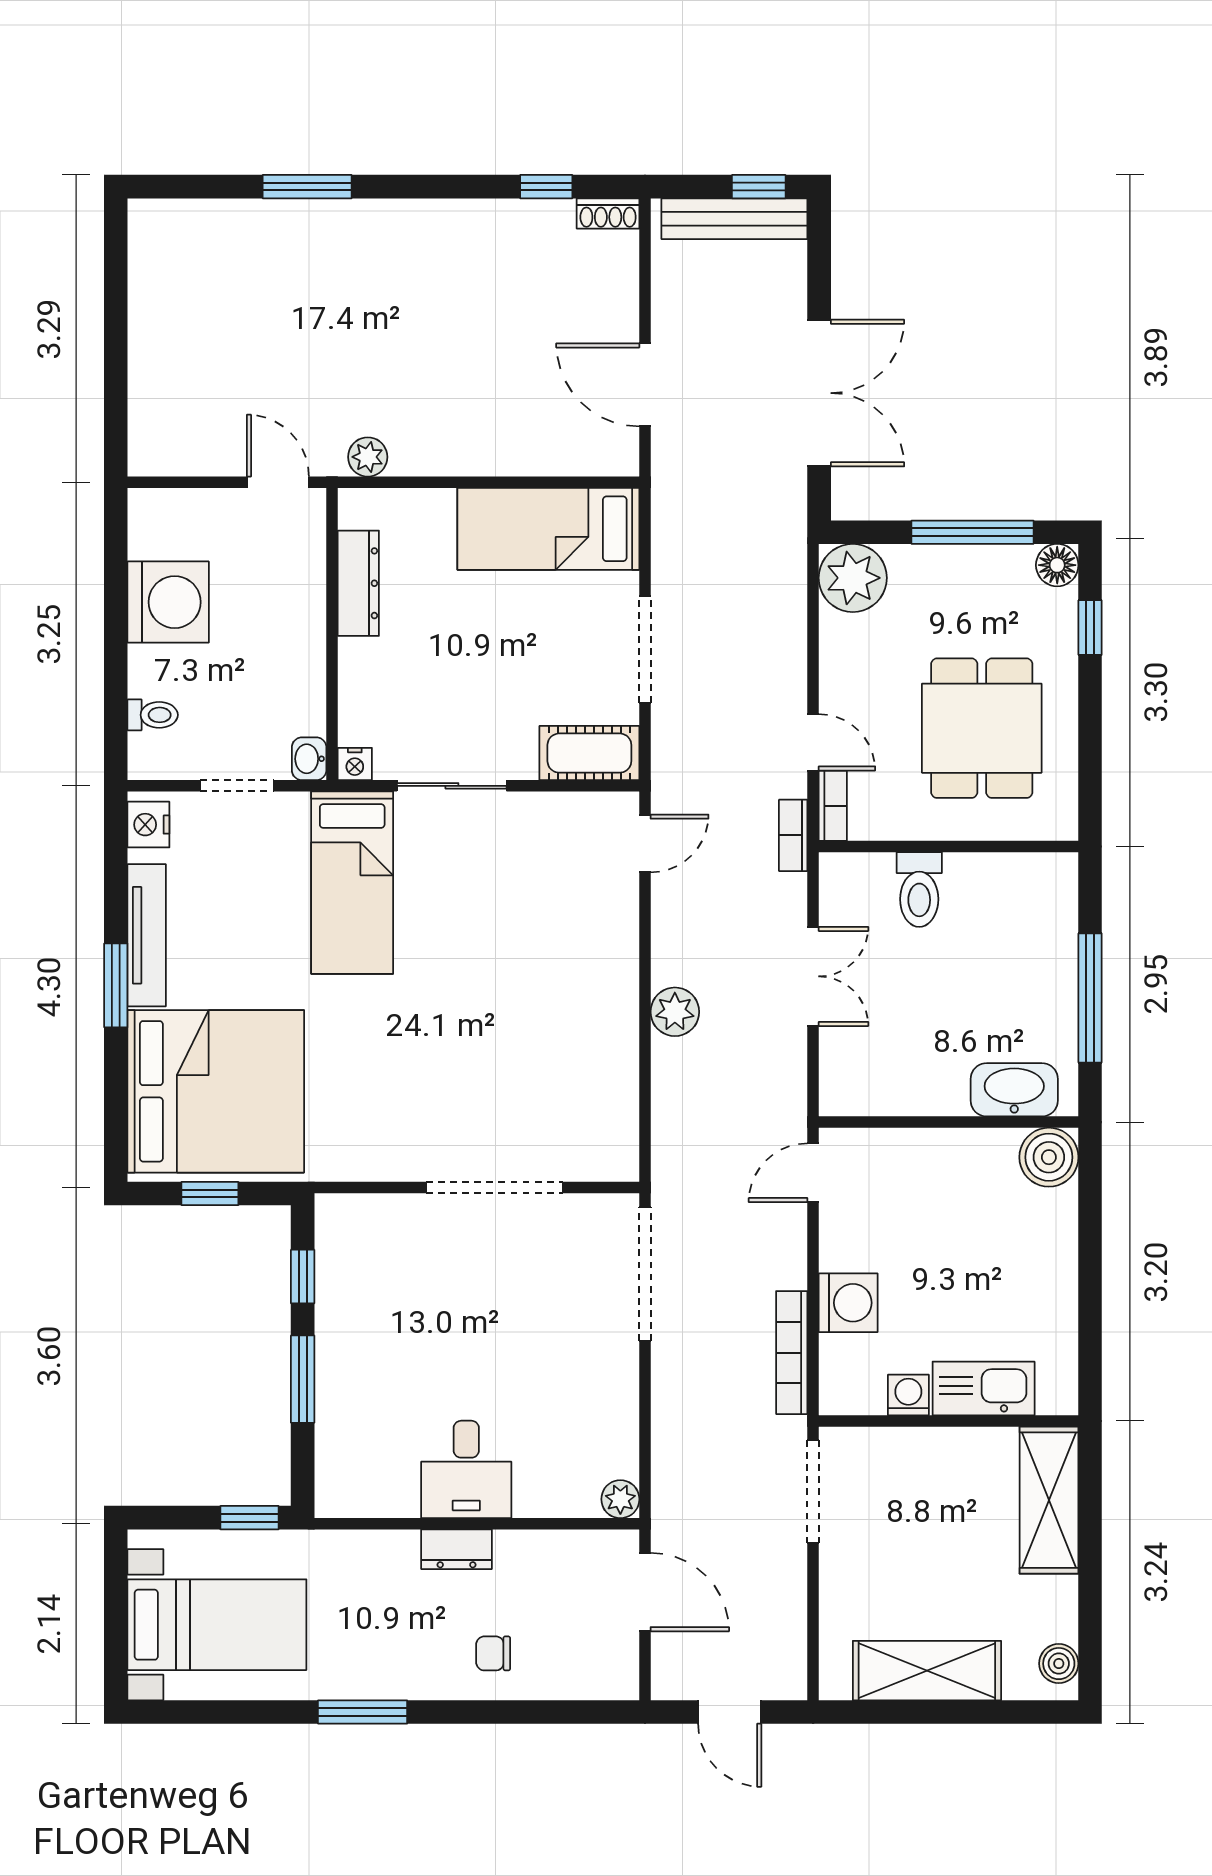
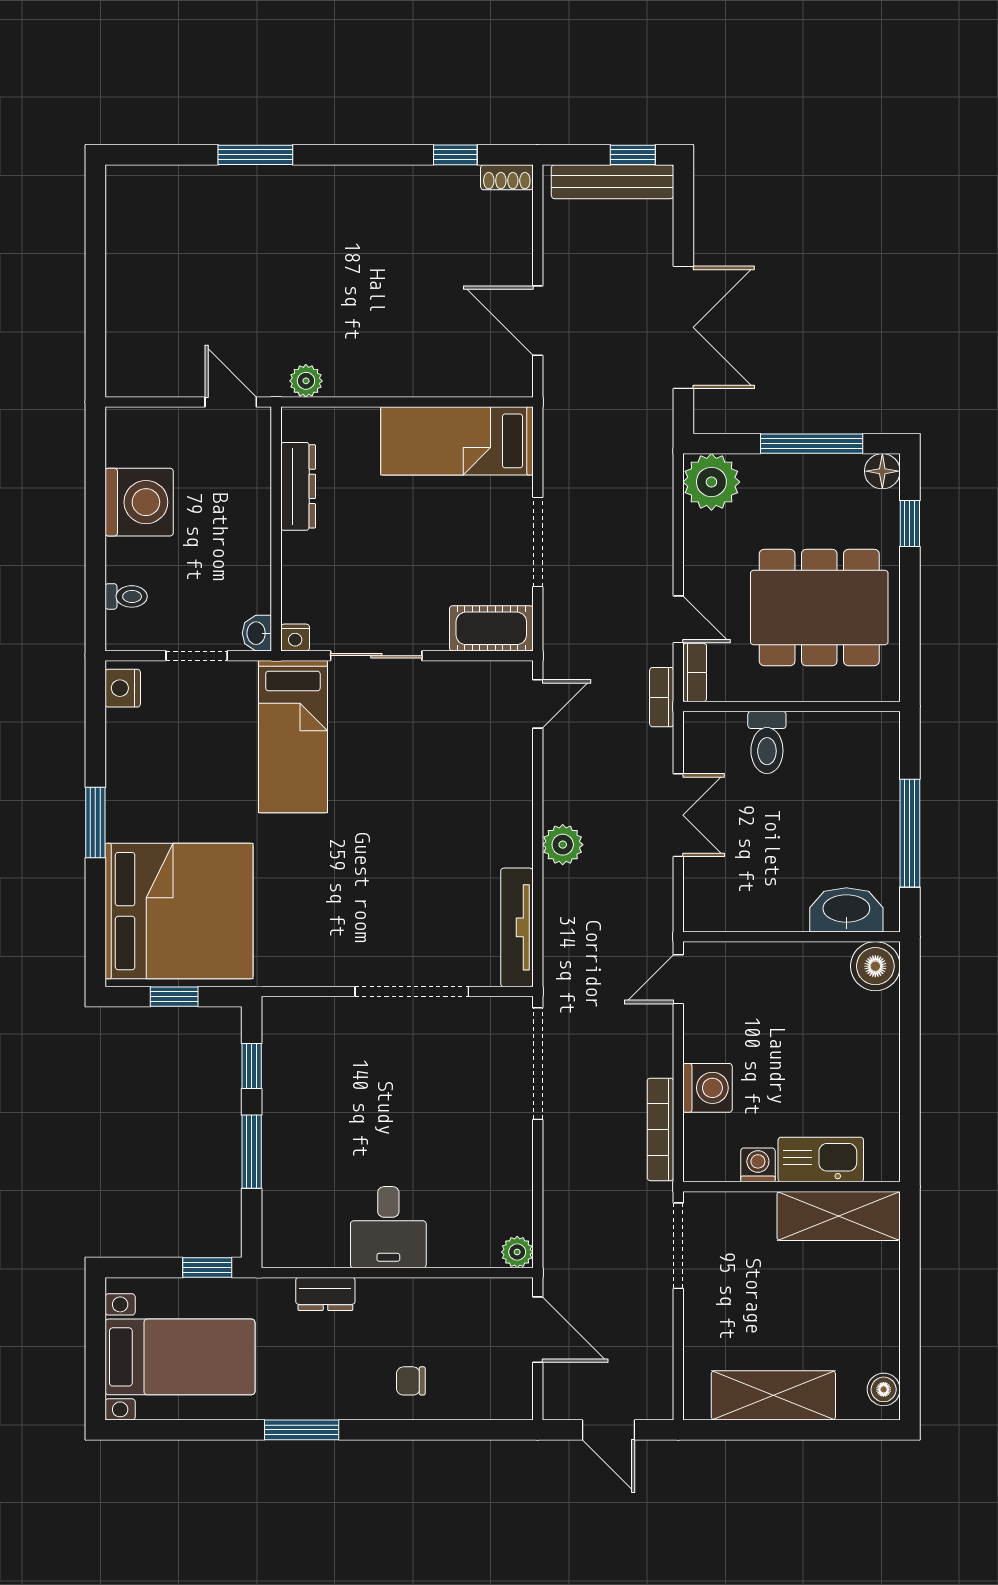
dining table: (982, 728) -> (819, 608), width x1.38
tv unit: (147, 935) -> (517, 927), moved, turned 180
shelving: (1049, 1500) -> (839, 1216), moved, turned 90
dresser: (457, 1549) -> (325, 1294), moved

